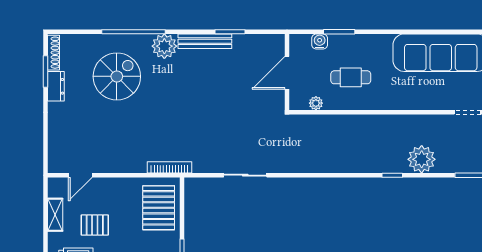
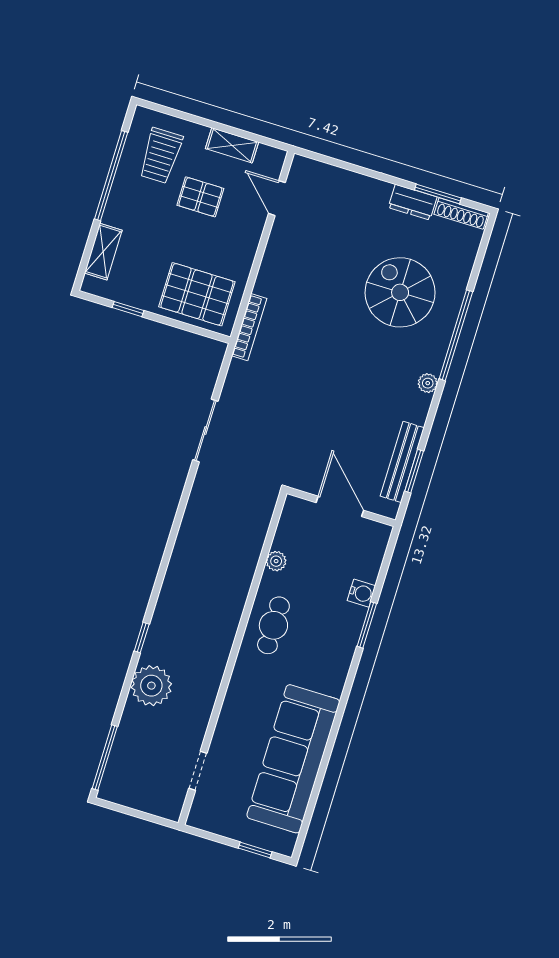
bench: (205, 41) -> (402, 462), moved
plant: (164, 46) -> (428, 383), width x0.53, depth x0.53
wall: (287, 72) -> (341, 507), moved
door: (287, 73) -> (340, 506), moved
spiral stairs: (117, 76) -> (400, 292), turned 180
cafe table: (351, 77) -> (273, 625), moved
pallet: (95, 225) -> (200, 197), turned 90

